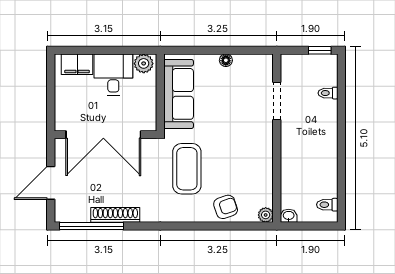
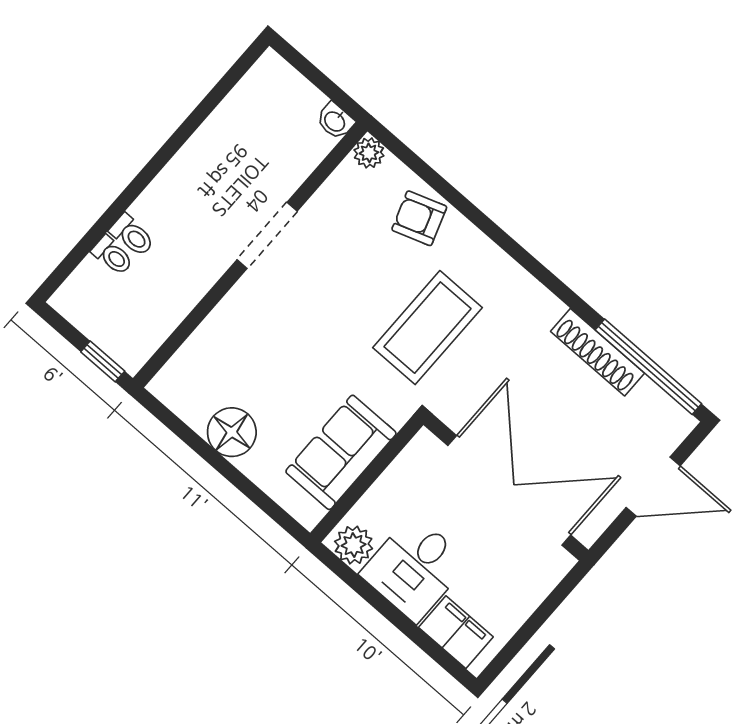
window: (320, 50) -> (103, 361), moved
floor lamp: (226, 60) -> (232, 432), width x1.89, depth x1.89
sofa: (179, 94) -> (341, 452), width x0.73
doorway: (277, 101) -> (267, 235), moved
toilet: (327, 205) -> (132, 235), moved

